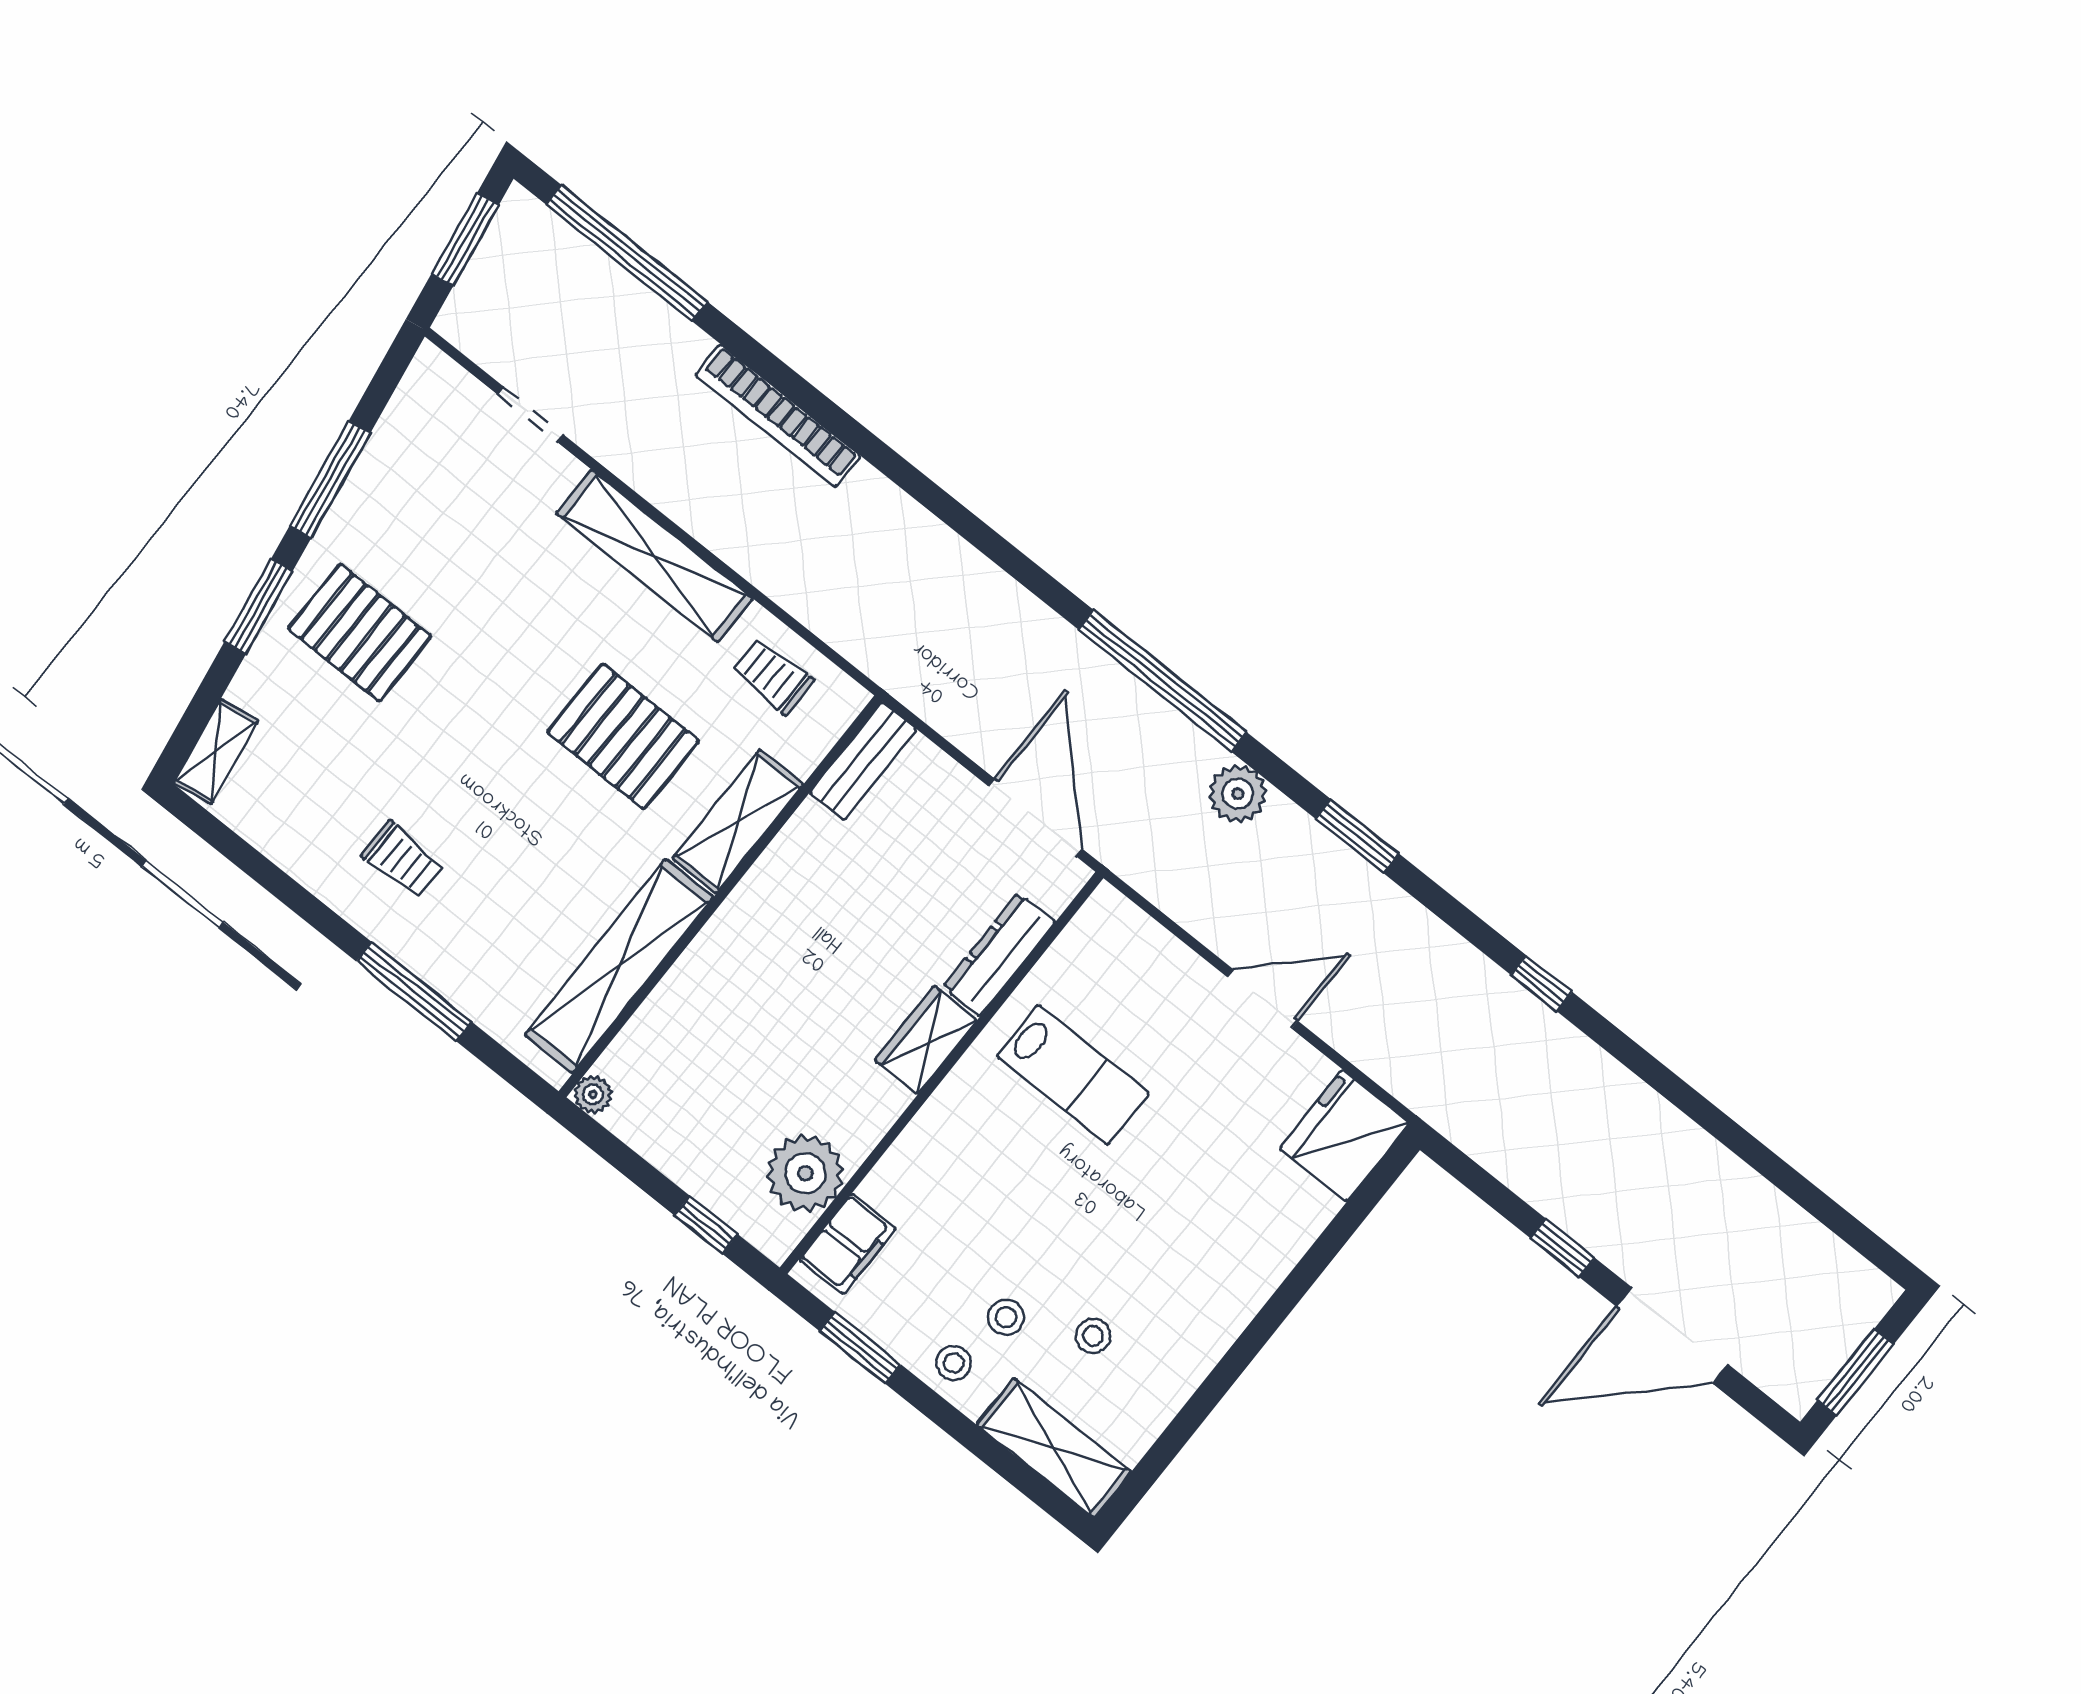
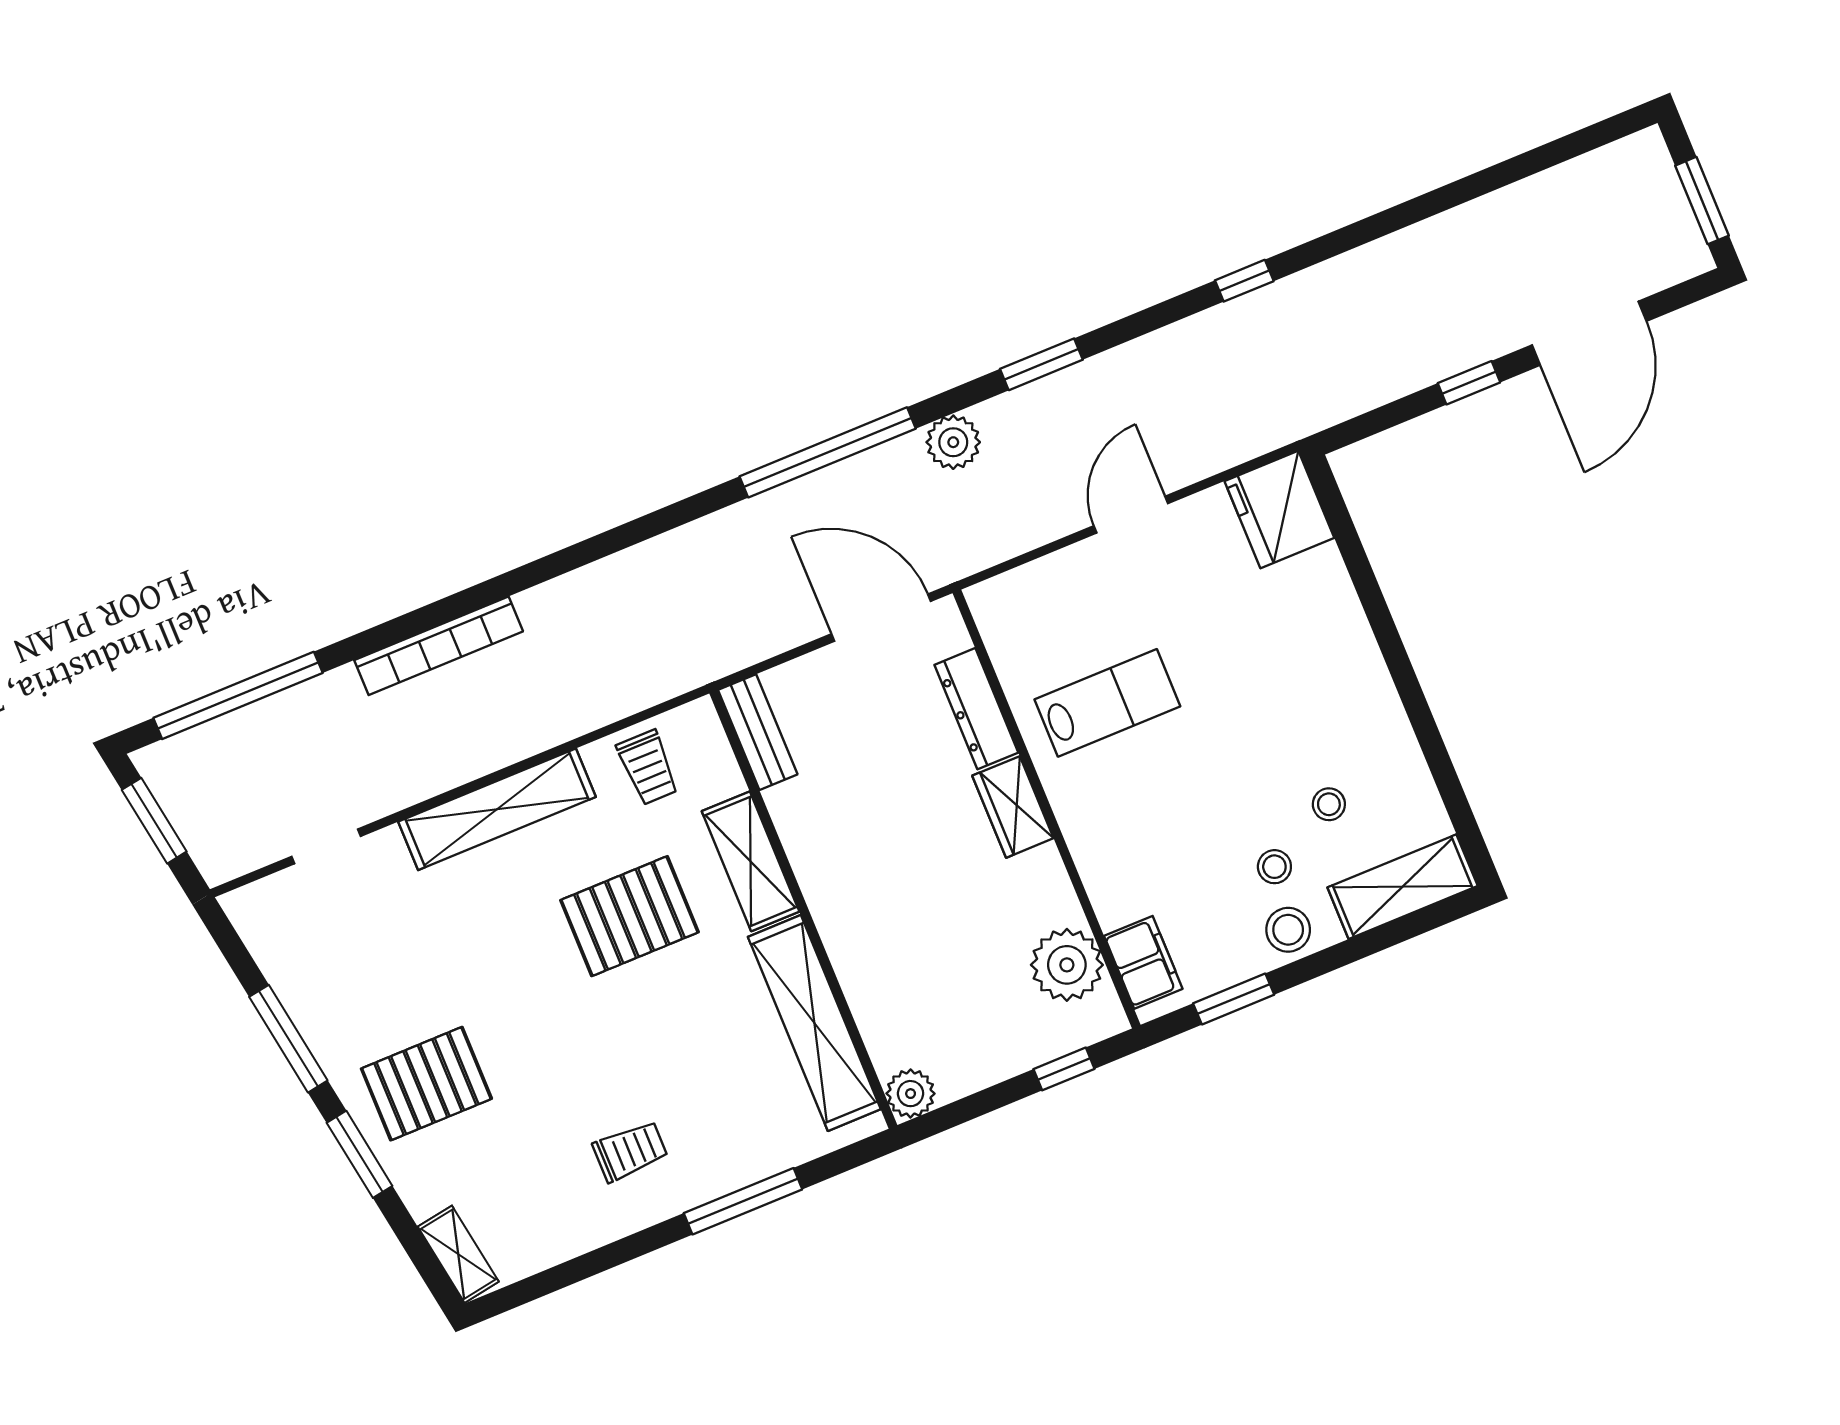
trolley: (773, 676) -> (648, 767), turned -90
plant: (593, 1094) -> (911, 1094), width x1.38, depth x1.38
stool: (954, 1363) -> (1288, 930), width x1.37, depth x1.37

